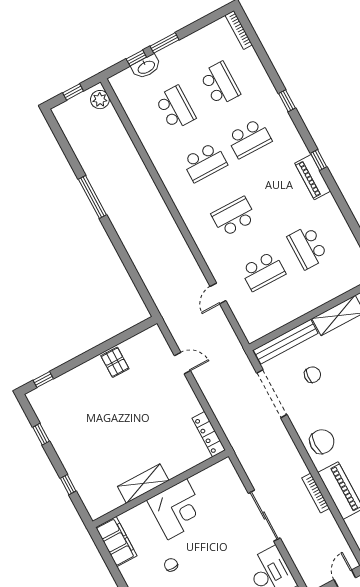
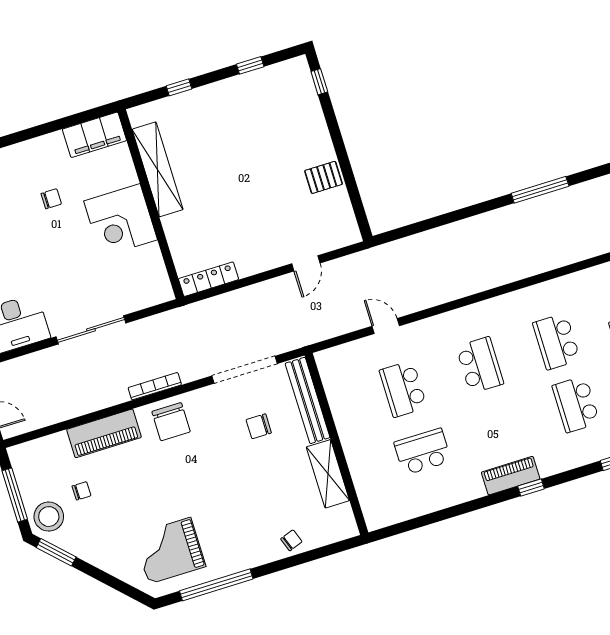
chair: (312, 375) -> (259, 426), turned 86
shelving: (143, 483) -> (158, 169), width x1.47
bookcase: (316, 493) -> (155, 386), moved

